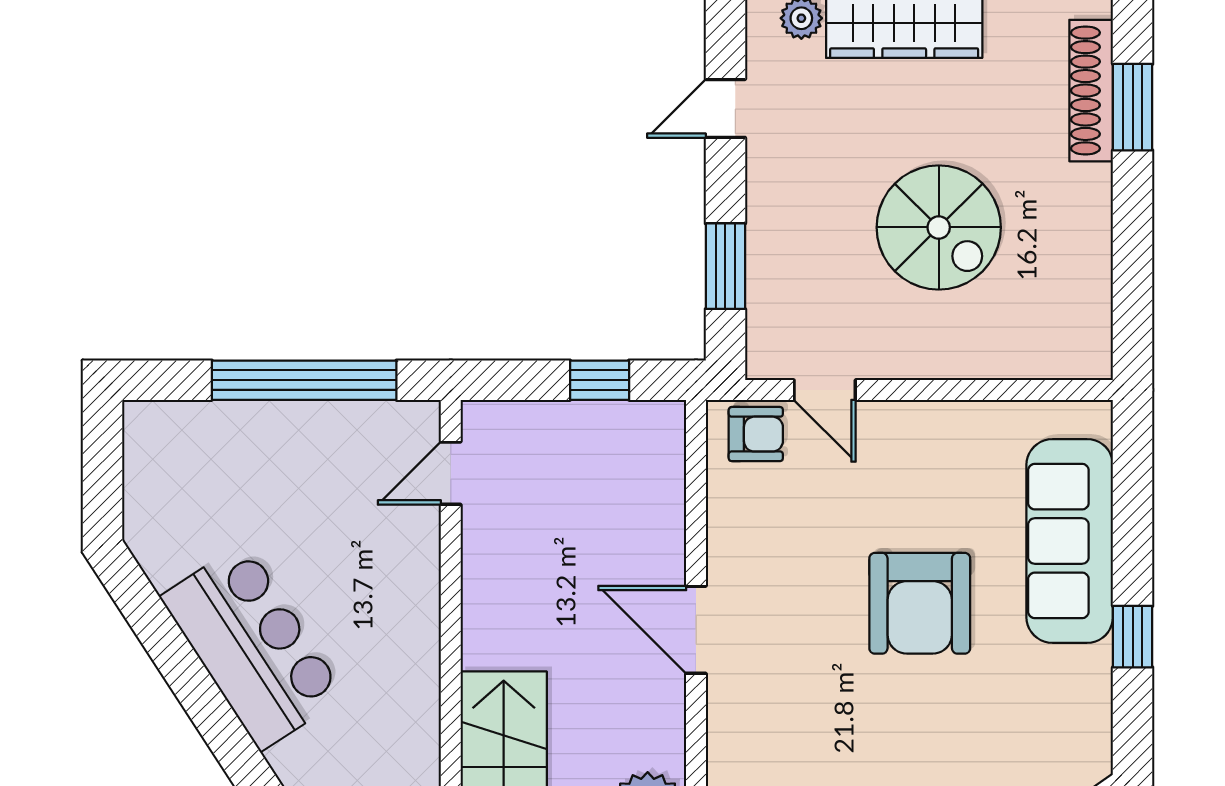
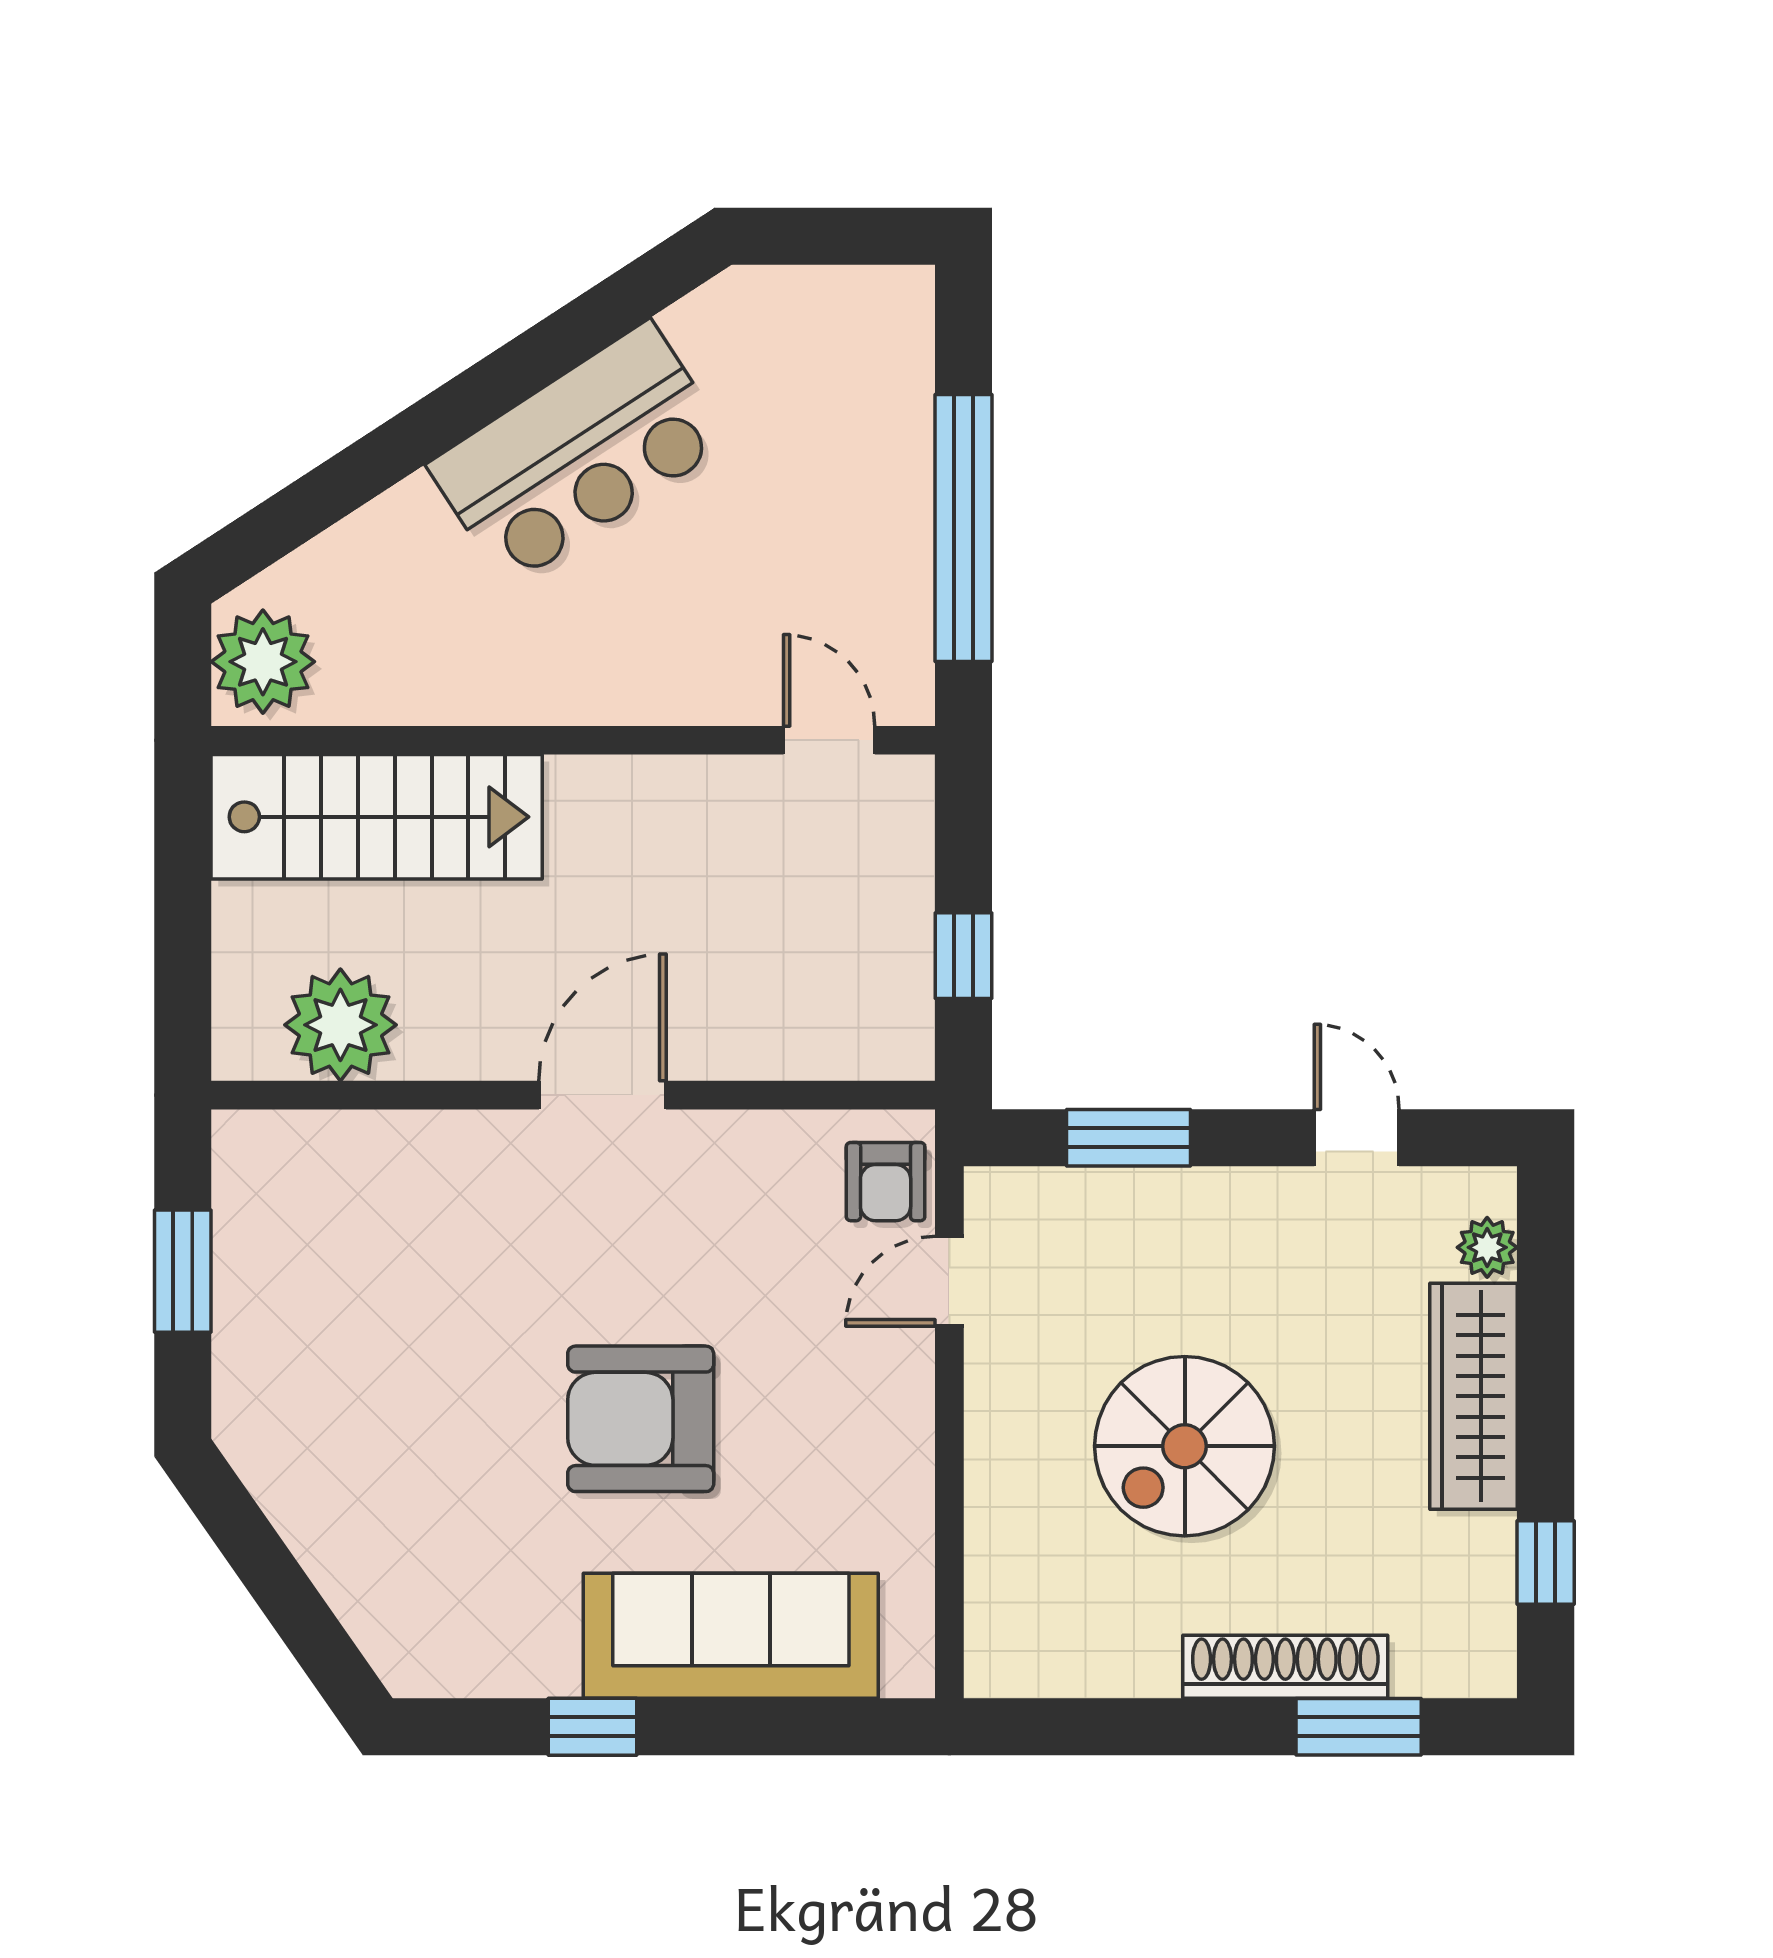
shoe rack: (1091, 91) -> (1285, 1667), moved

